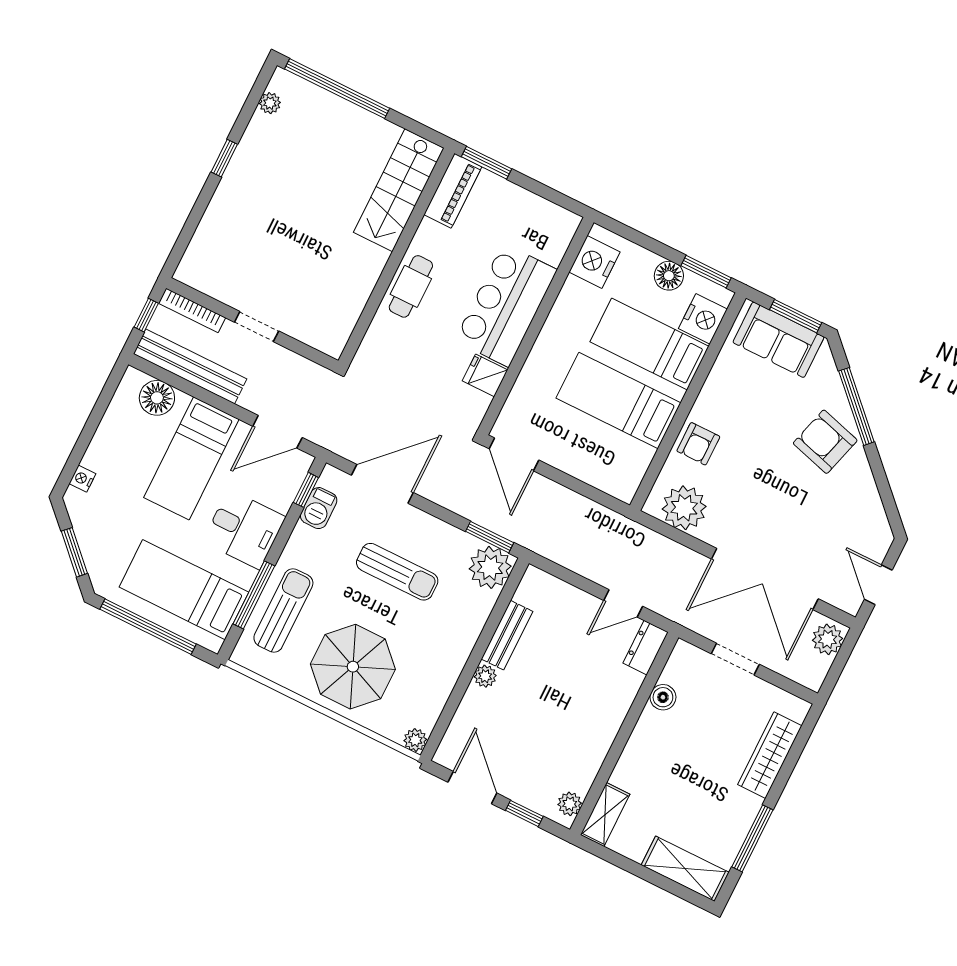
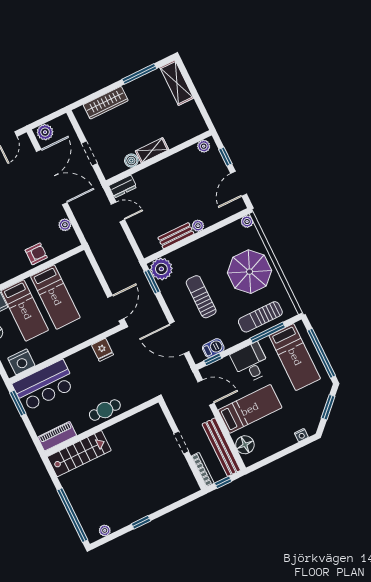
window: (487, 163) -> (18, 403), moved
bar counter: (506, 305) -> (44, 385), moved
plant: (684, 508) -> (65, 225), width x0.53, depth x0.53
shelving: (605, 815) -> (152, 150), moved

